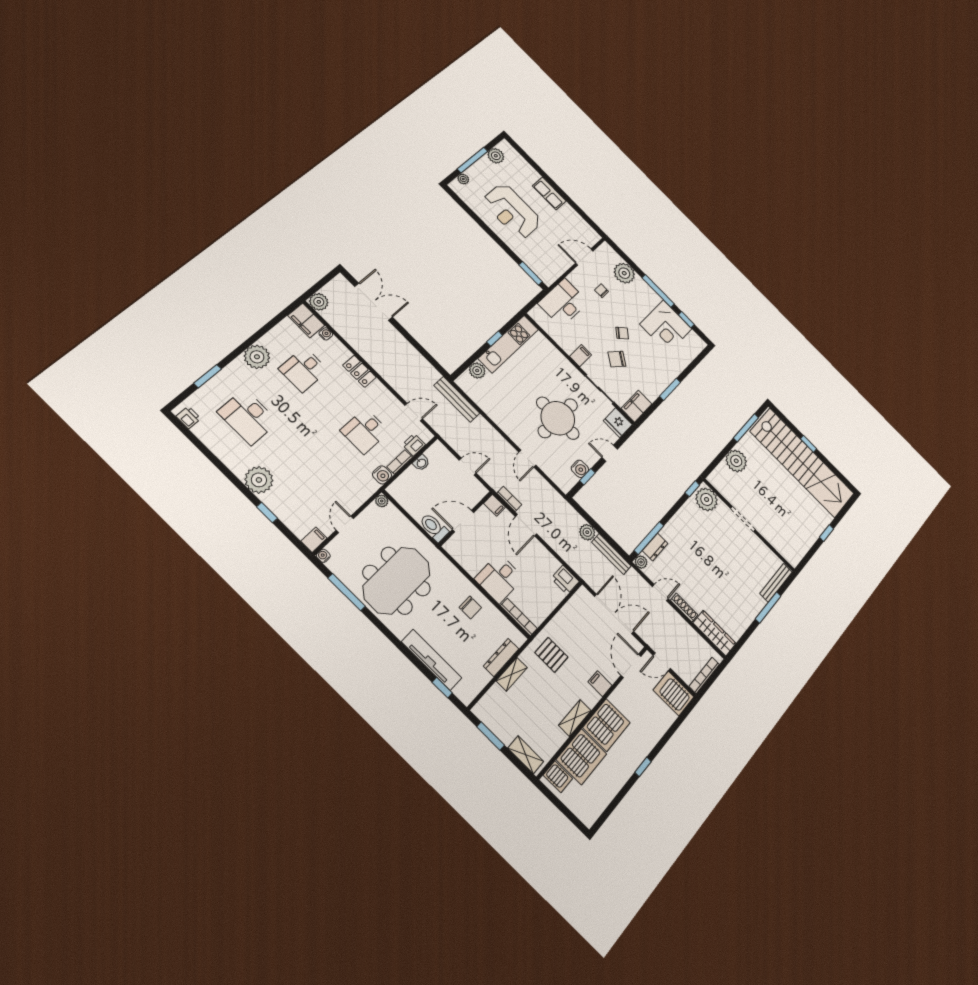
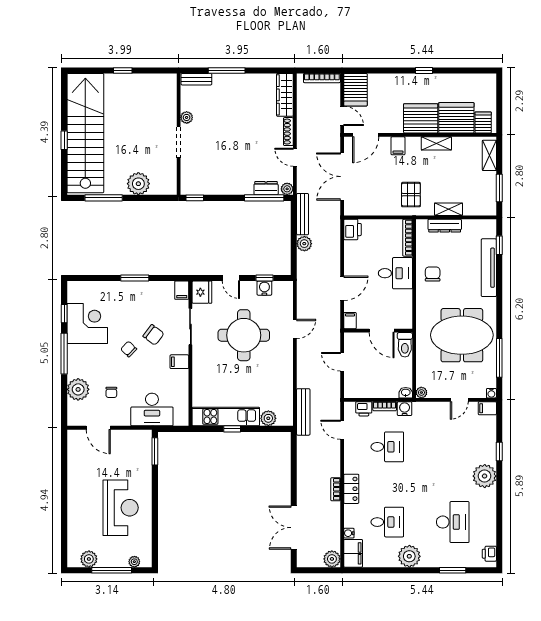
row of seats: (549, 193) -> (75, 497), removed
filing cabinet: (636, 406) -> (182, 290), width x0.50
washbasin: (421, 463) -> (406, 393), moved
bookcase: (509, 499) -> (336, 489), moved
plant: (707, 499) -> (187, 117), moved, width x0.53, depth x0.53
bench: (776, 583) -> (196, 79), width x0.73

